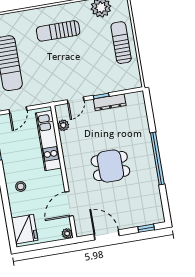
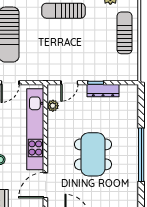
kitchen unit: (48, 141) -> (35, 129), width x1.36
dining table: (110, 166) -> (93, 154), width x1.37

